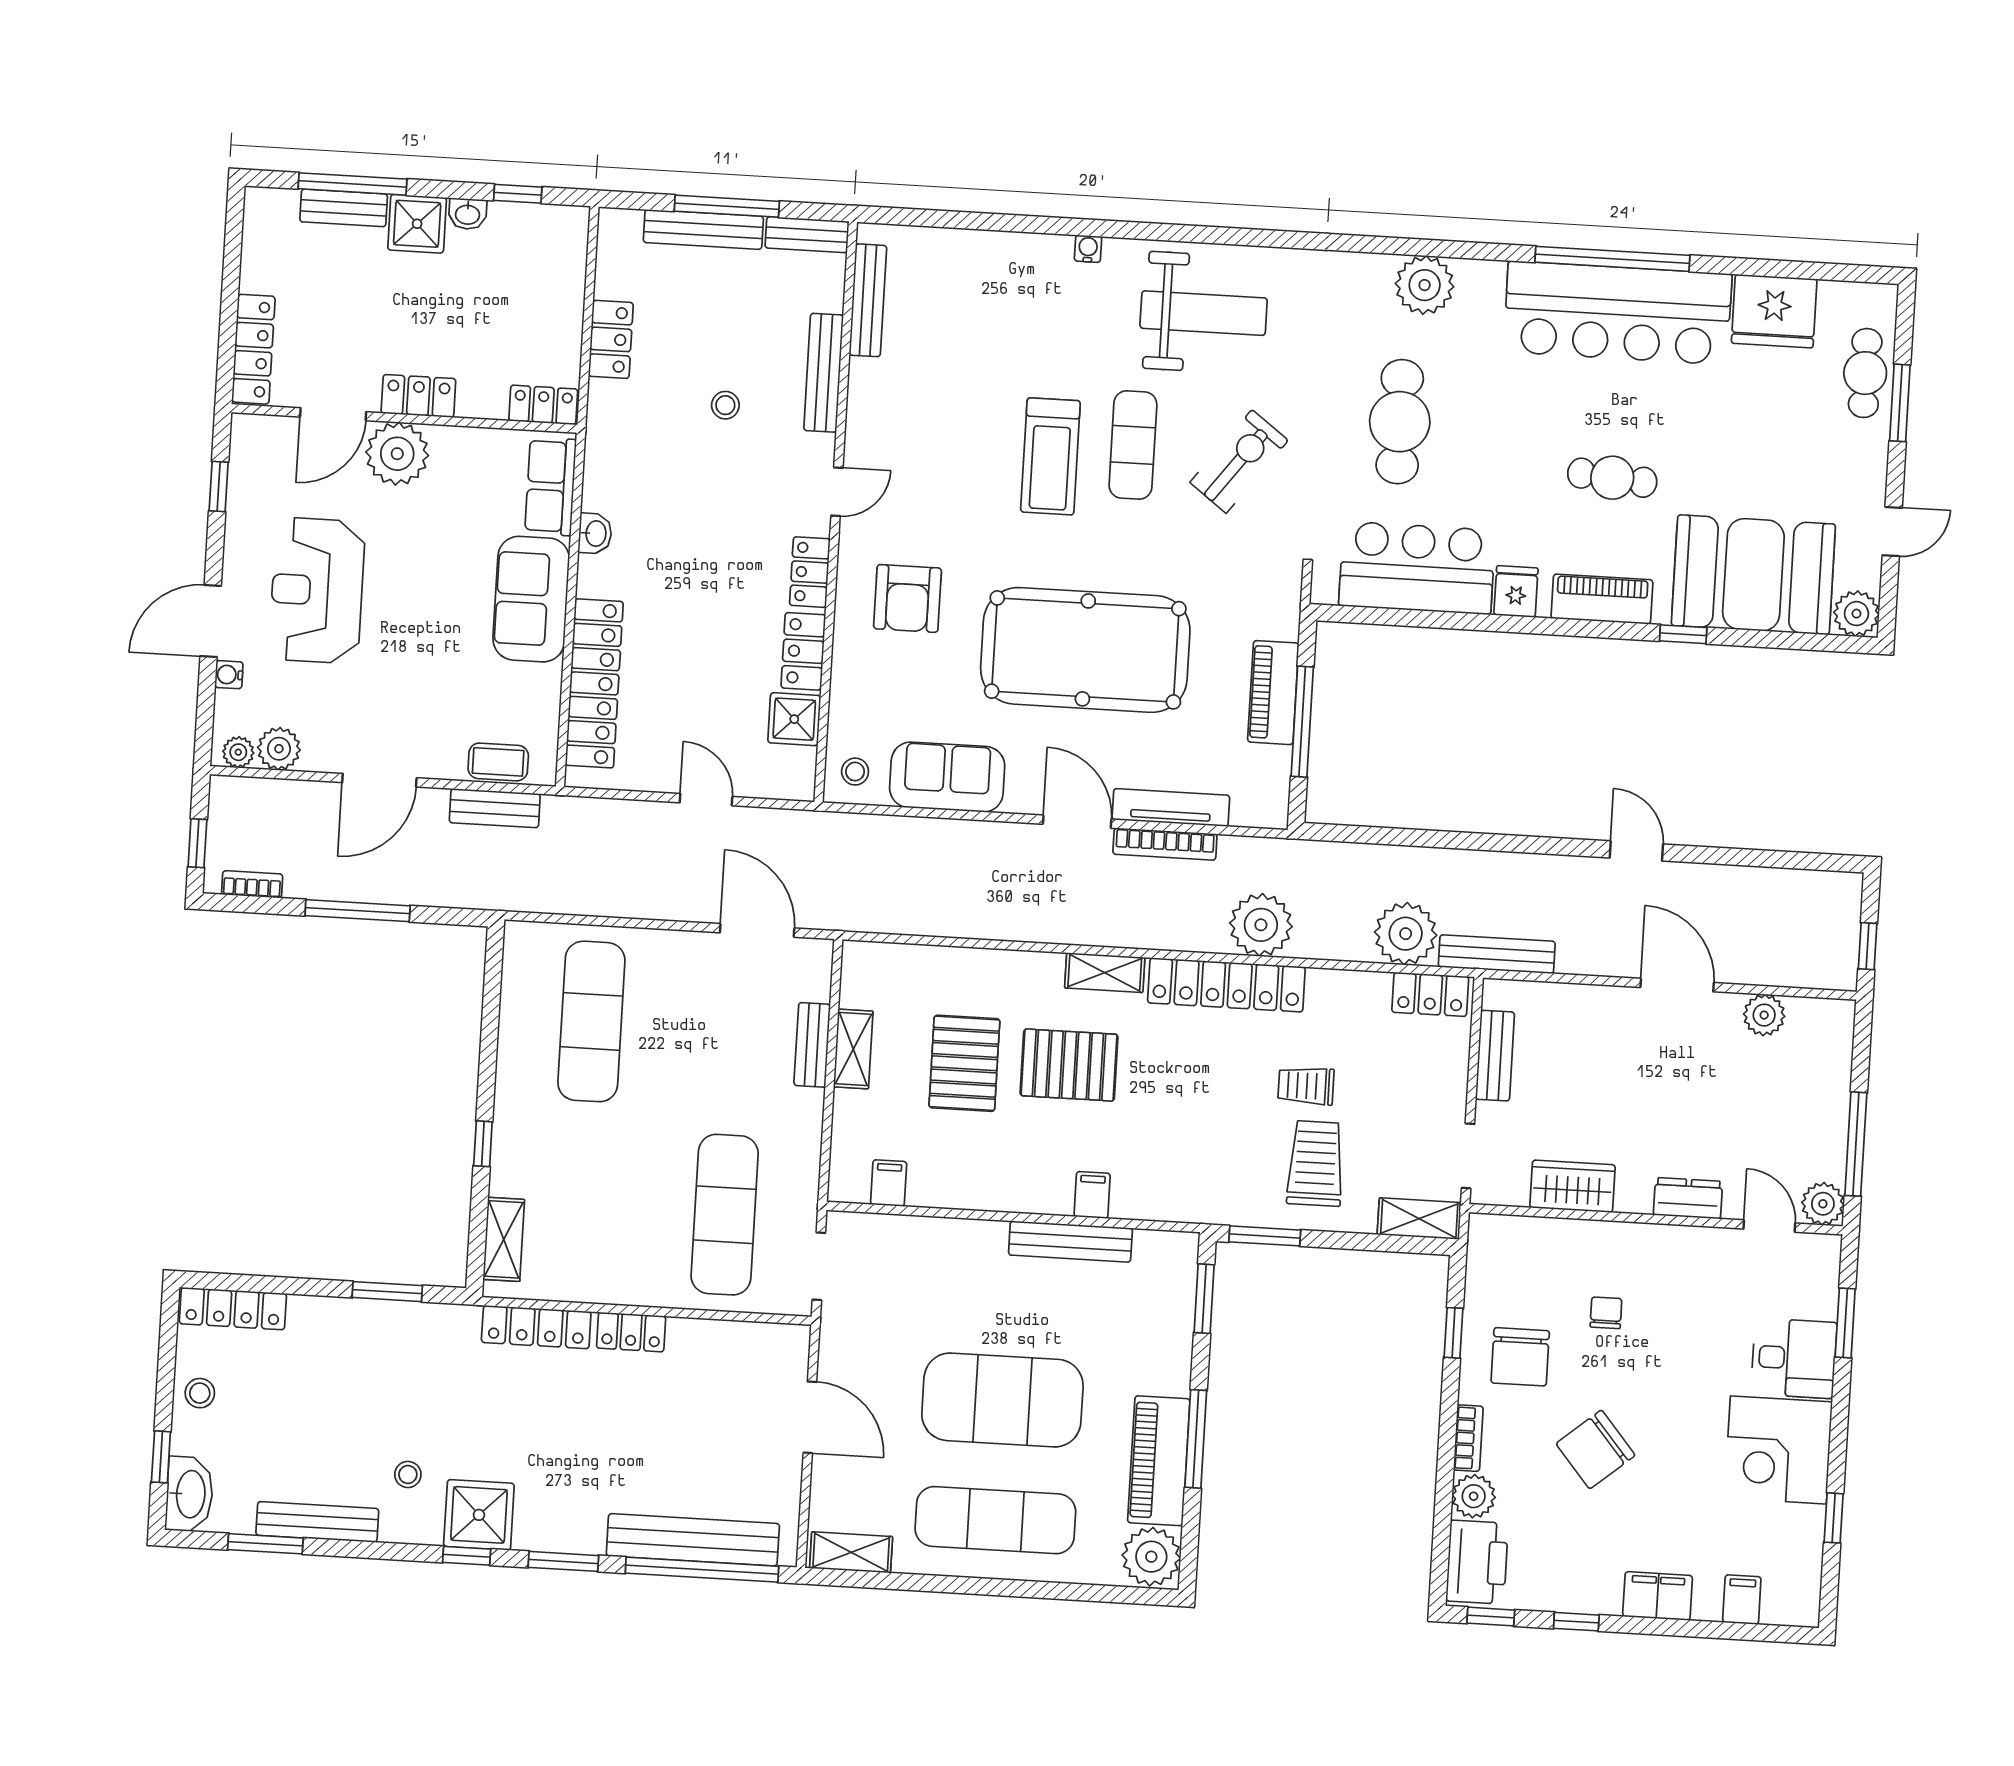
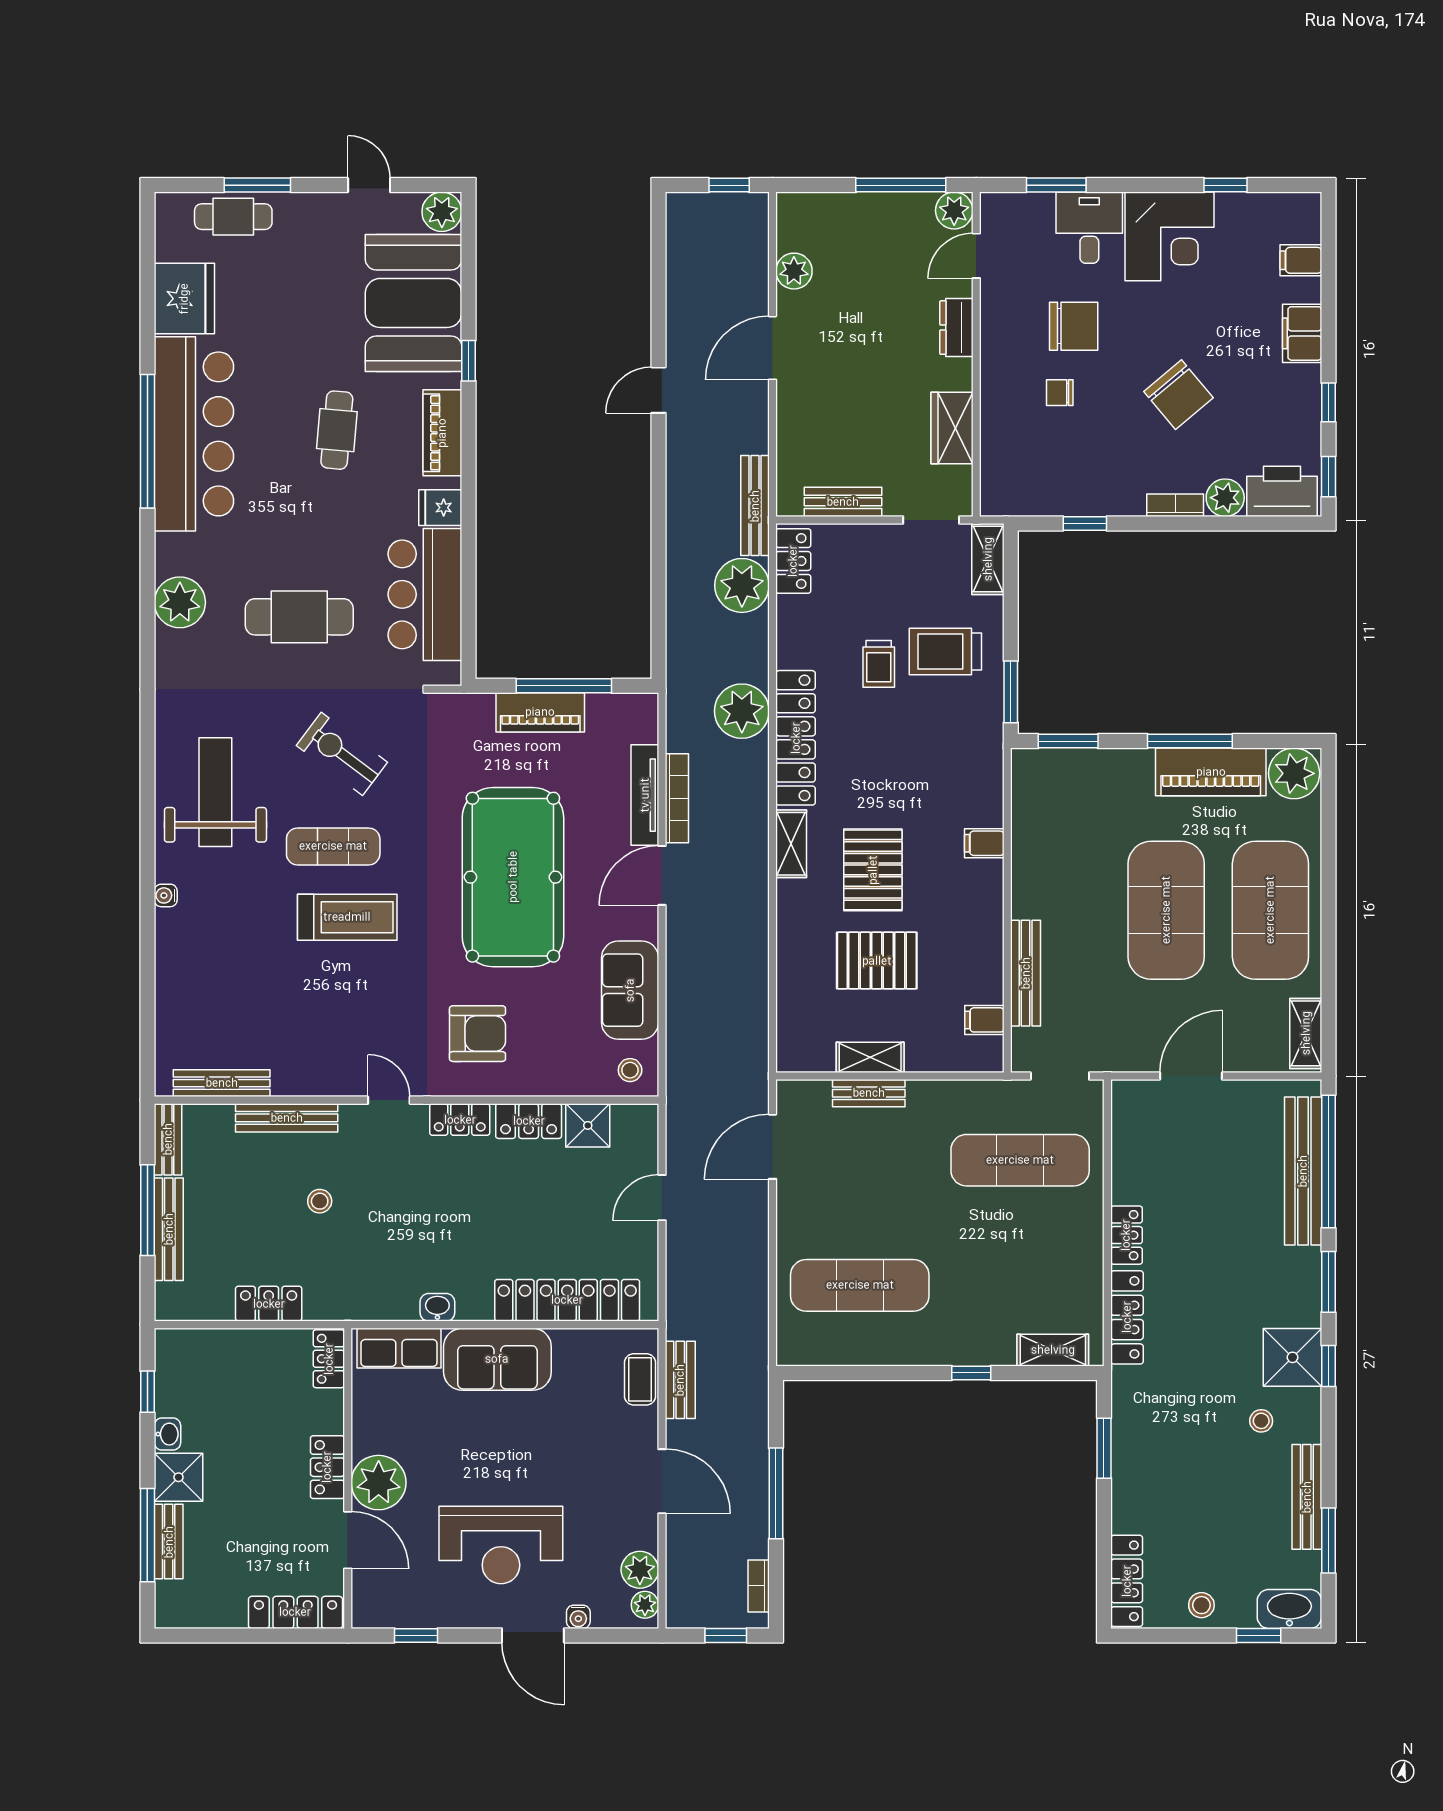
bench: (1070, 1242) -> (1026, 973), moved
chair: (1520, 1357) -> (1074, 326), moved
exercise mat: (995, 1520) -> (1270, 910), width x1.47

